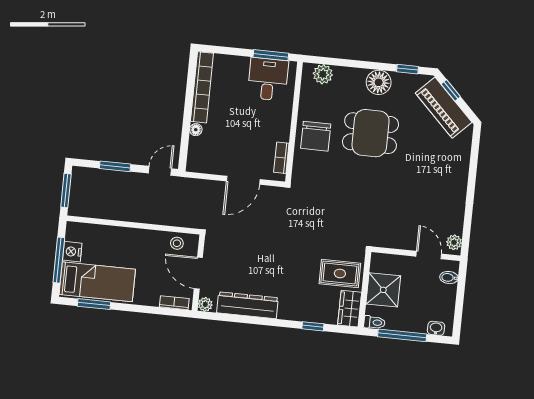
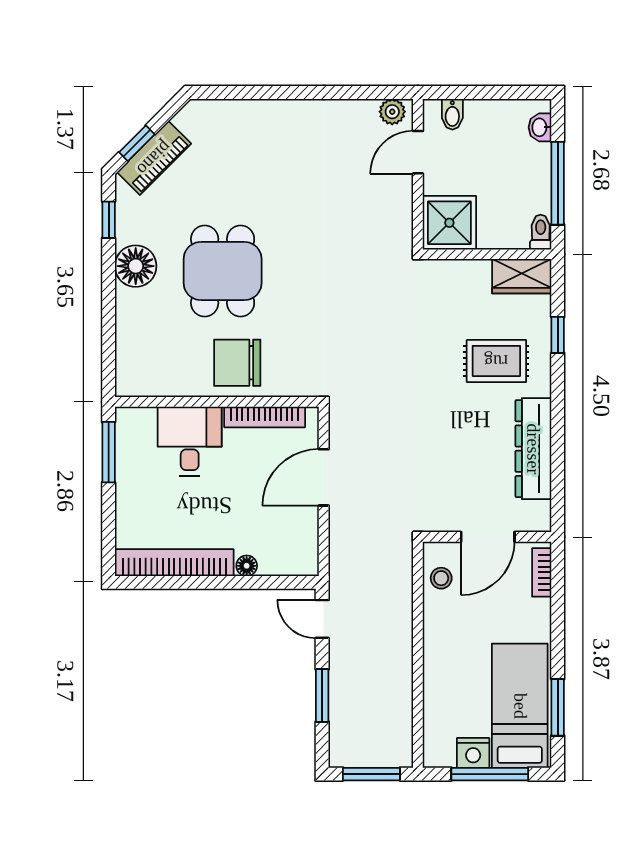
plant: (323, 74) -> (132, 361), removed
desk: (268, 79) -> (190, 441), moved, turned 90
piano: (444, 108) -> (154, 158), width x0.73, depth x0.75
chair: (316, 136) -> (237, 363), turned 180
bookcase: (281, 158) -> (265, 417), width x1.56
door: (243, 180) -> (324, 477), swing flipped
rug: (340, 273) -> (496, 361), moved, turned 90
shower: (383, 290) -> (449, 223), moved
plant: (205, 304) -> (539, 520), removed

